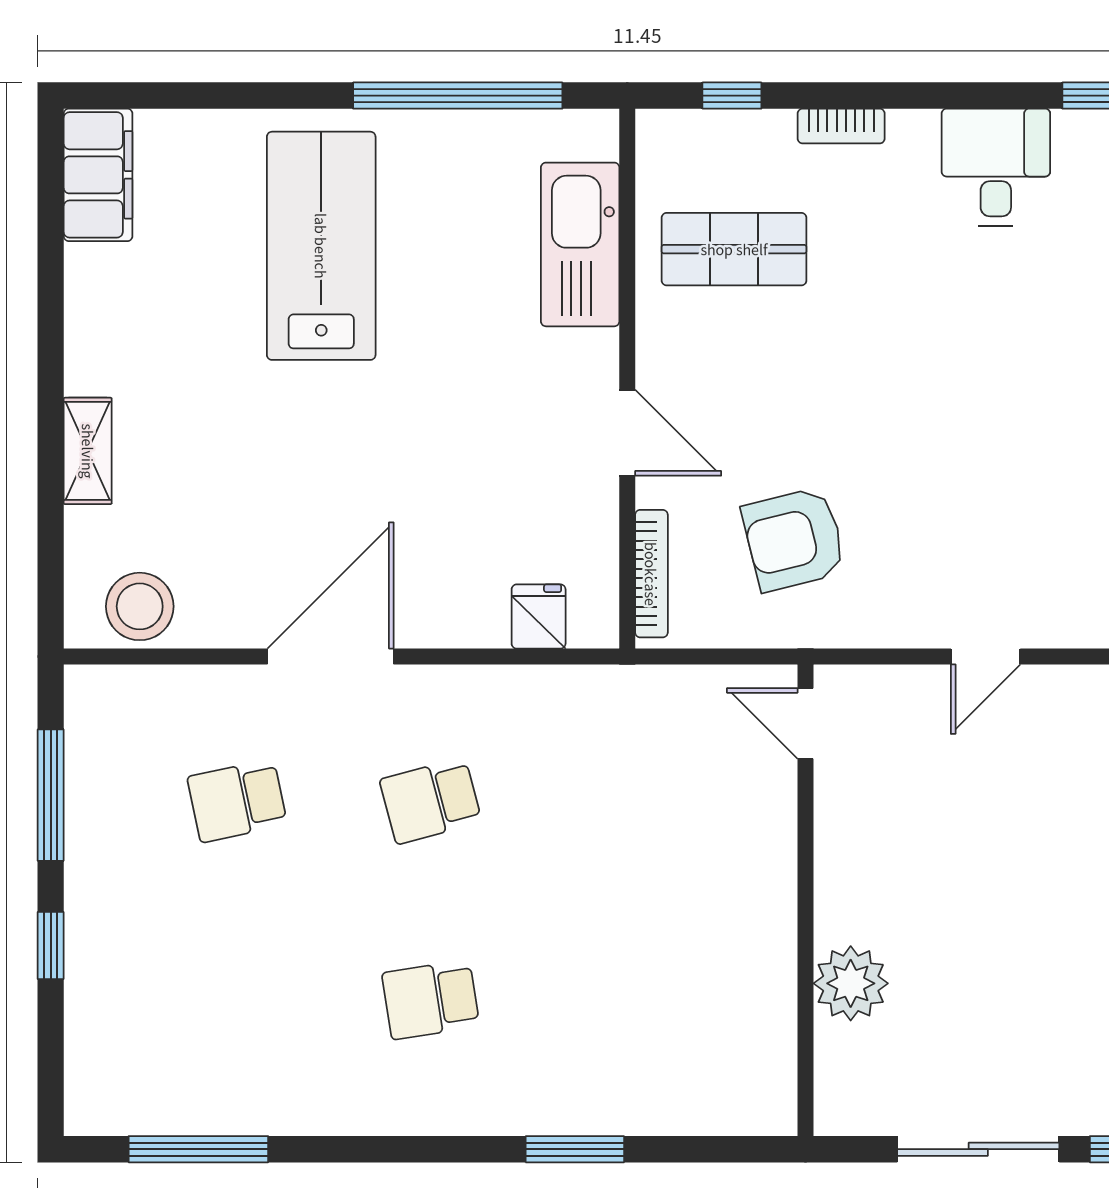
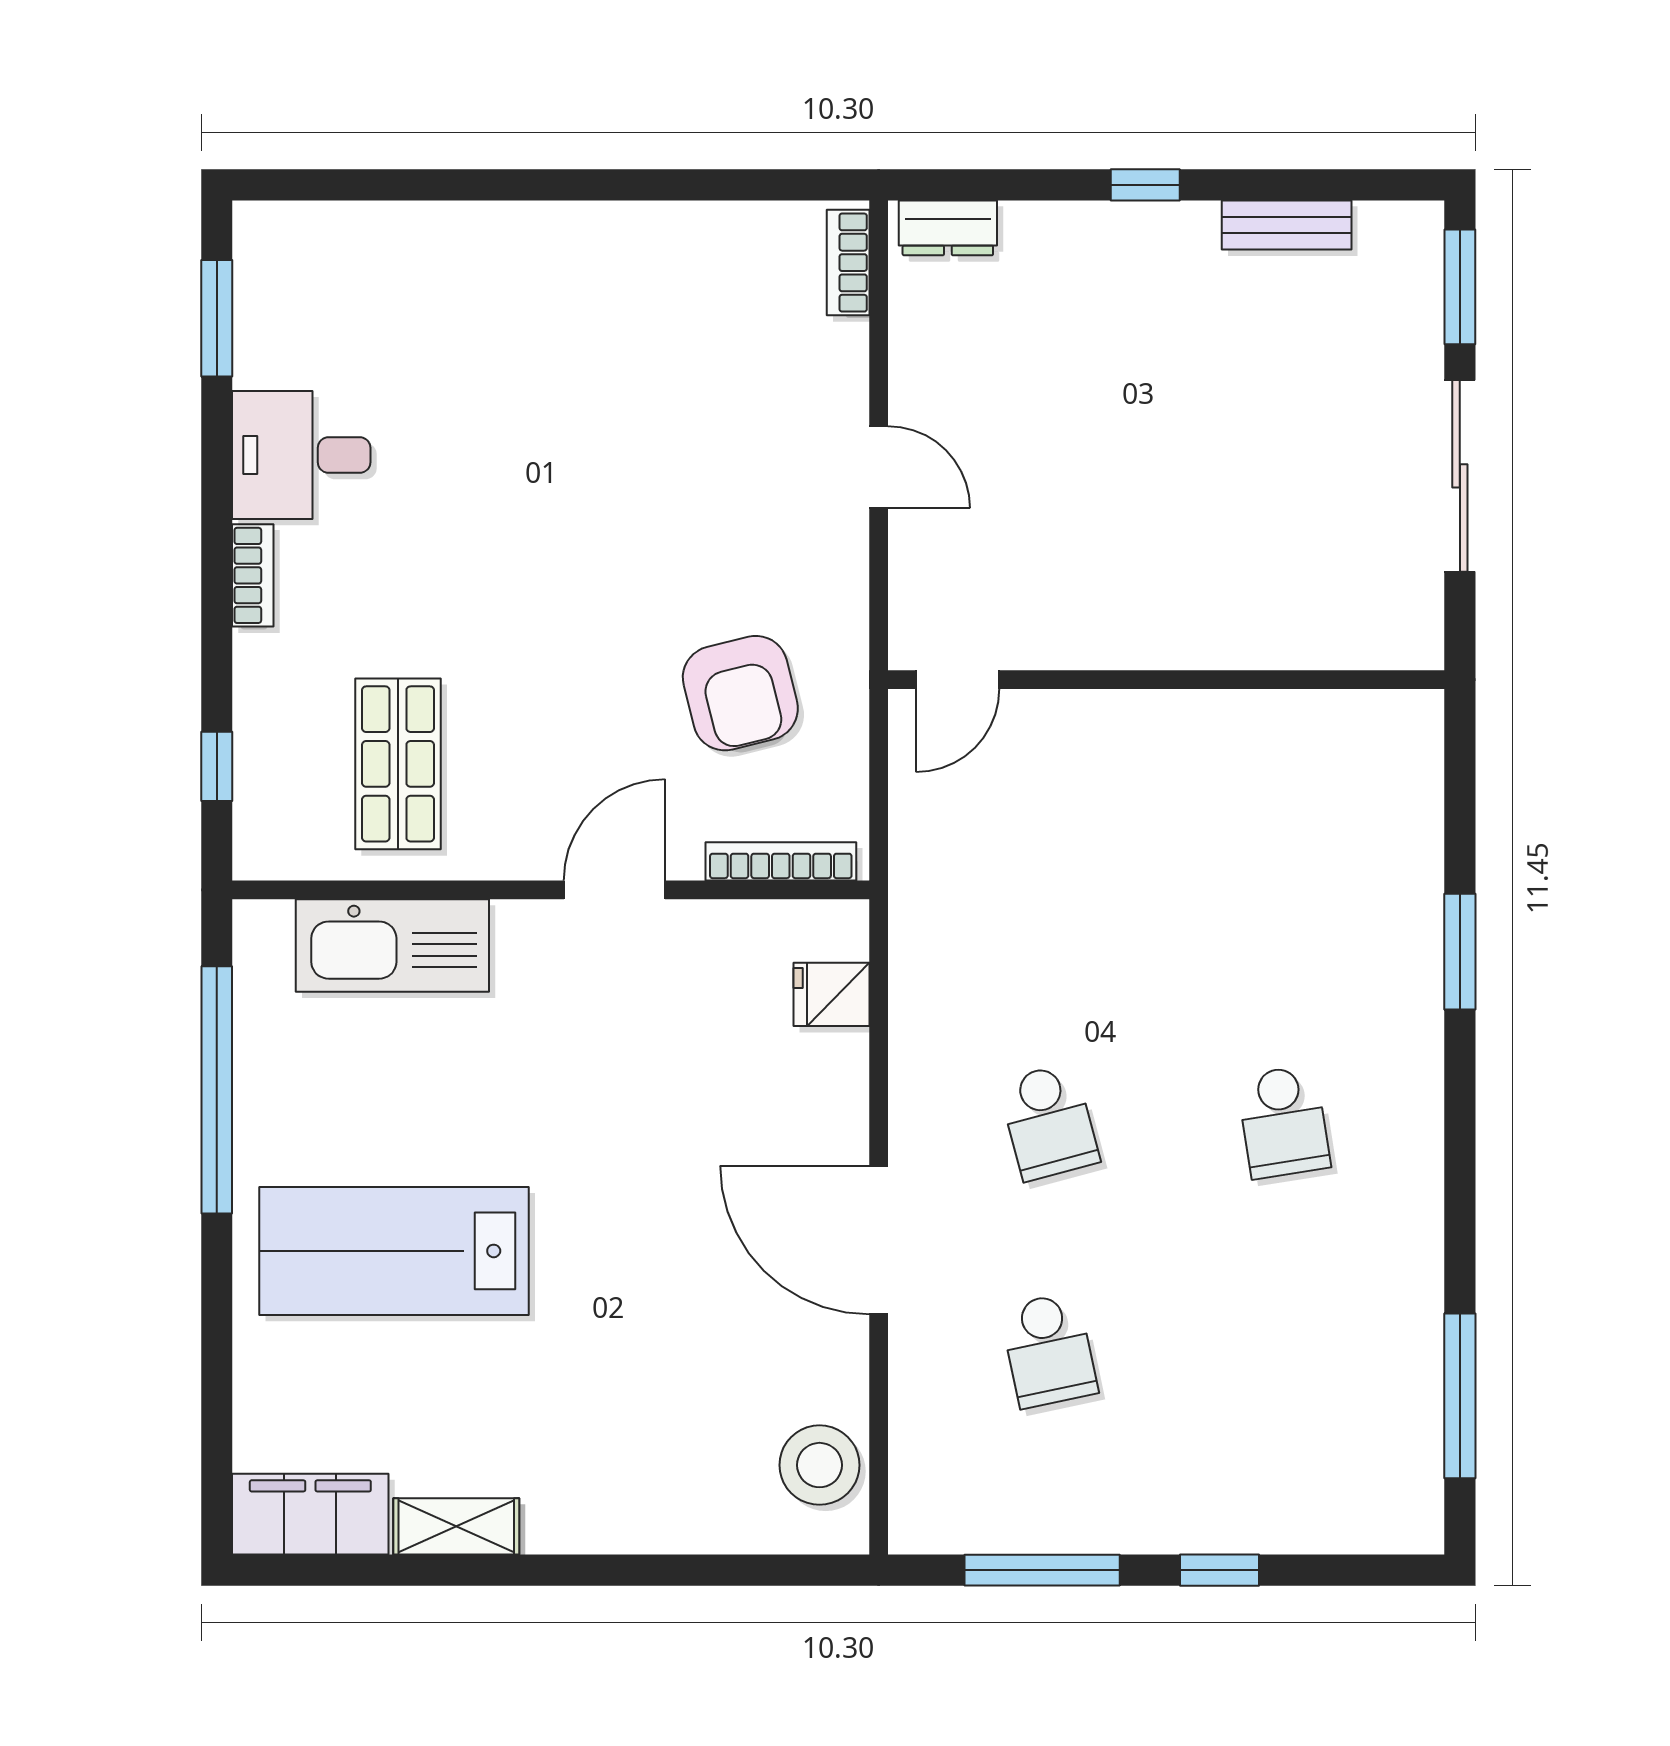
bookcase: (841, 126) -> (253, 575), moved
shelving: (88, 451) -> (456, 1526), moved
plant: (851, 983) -> (1264, 626), removed

